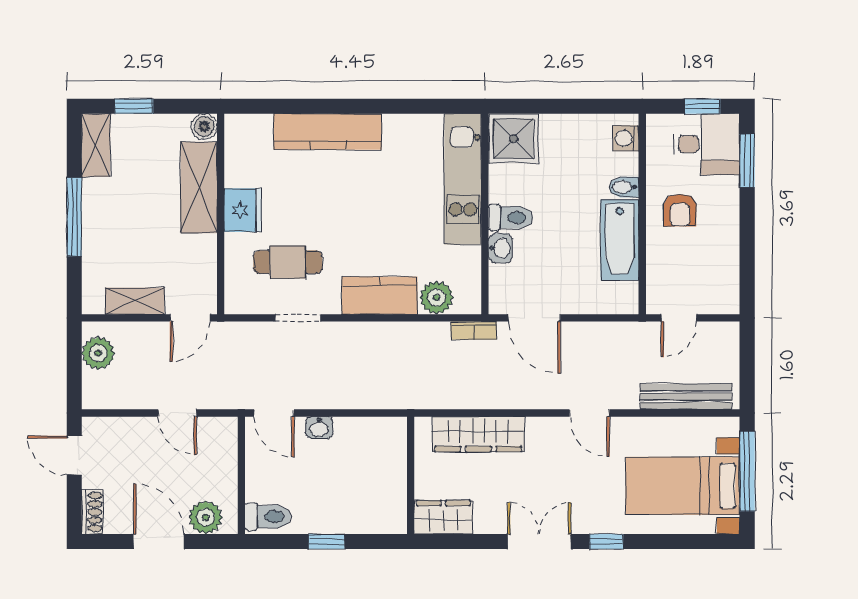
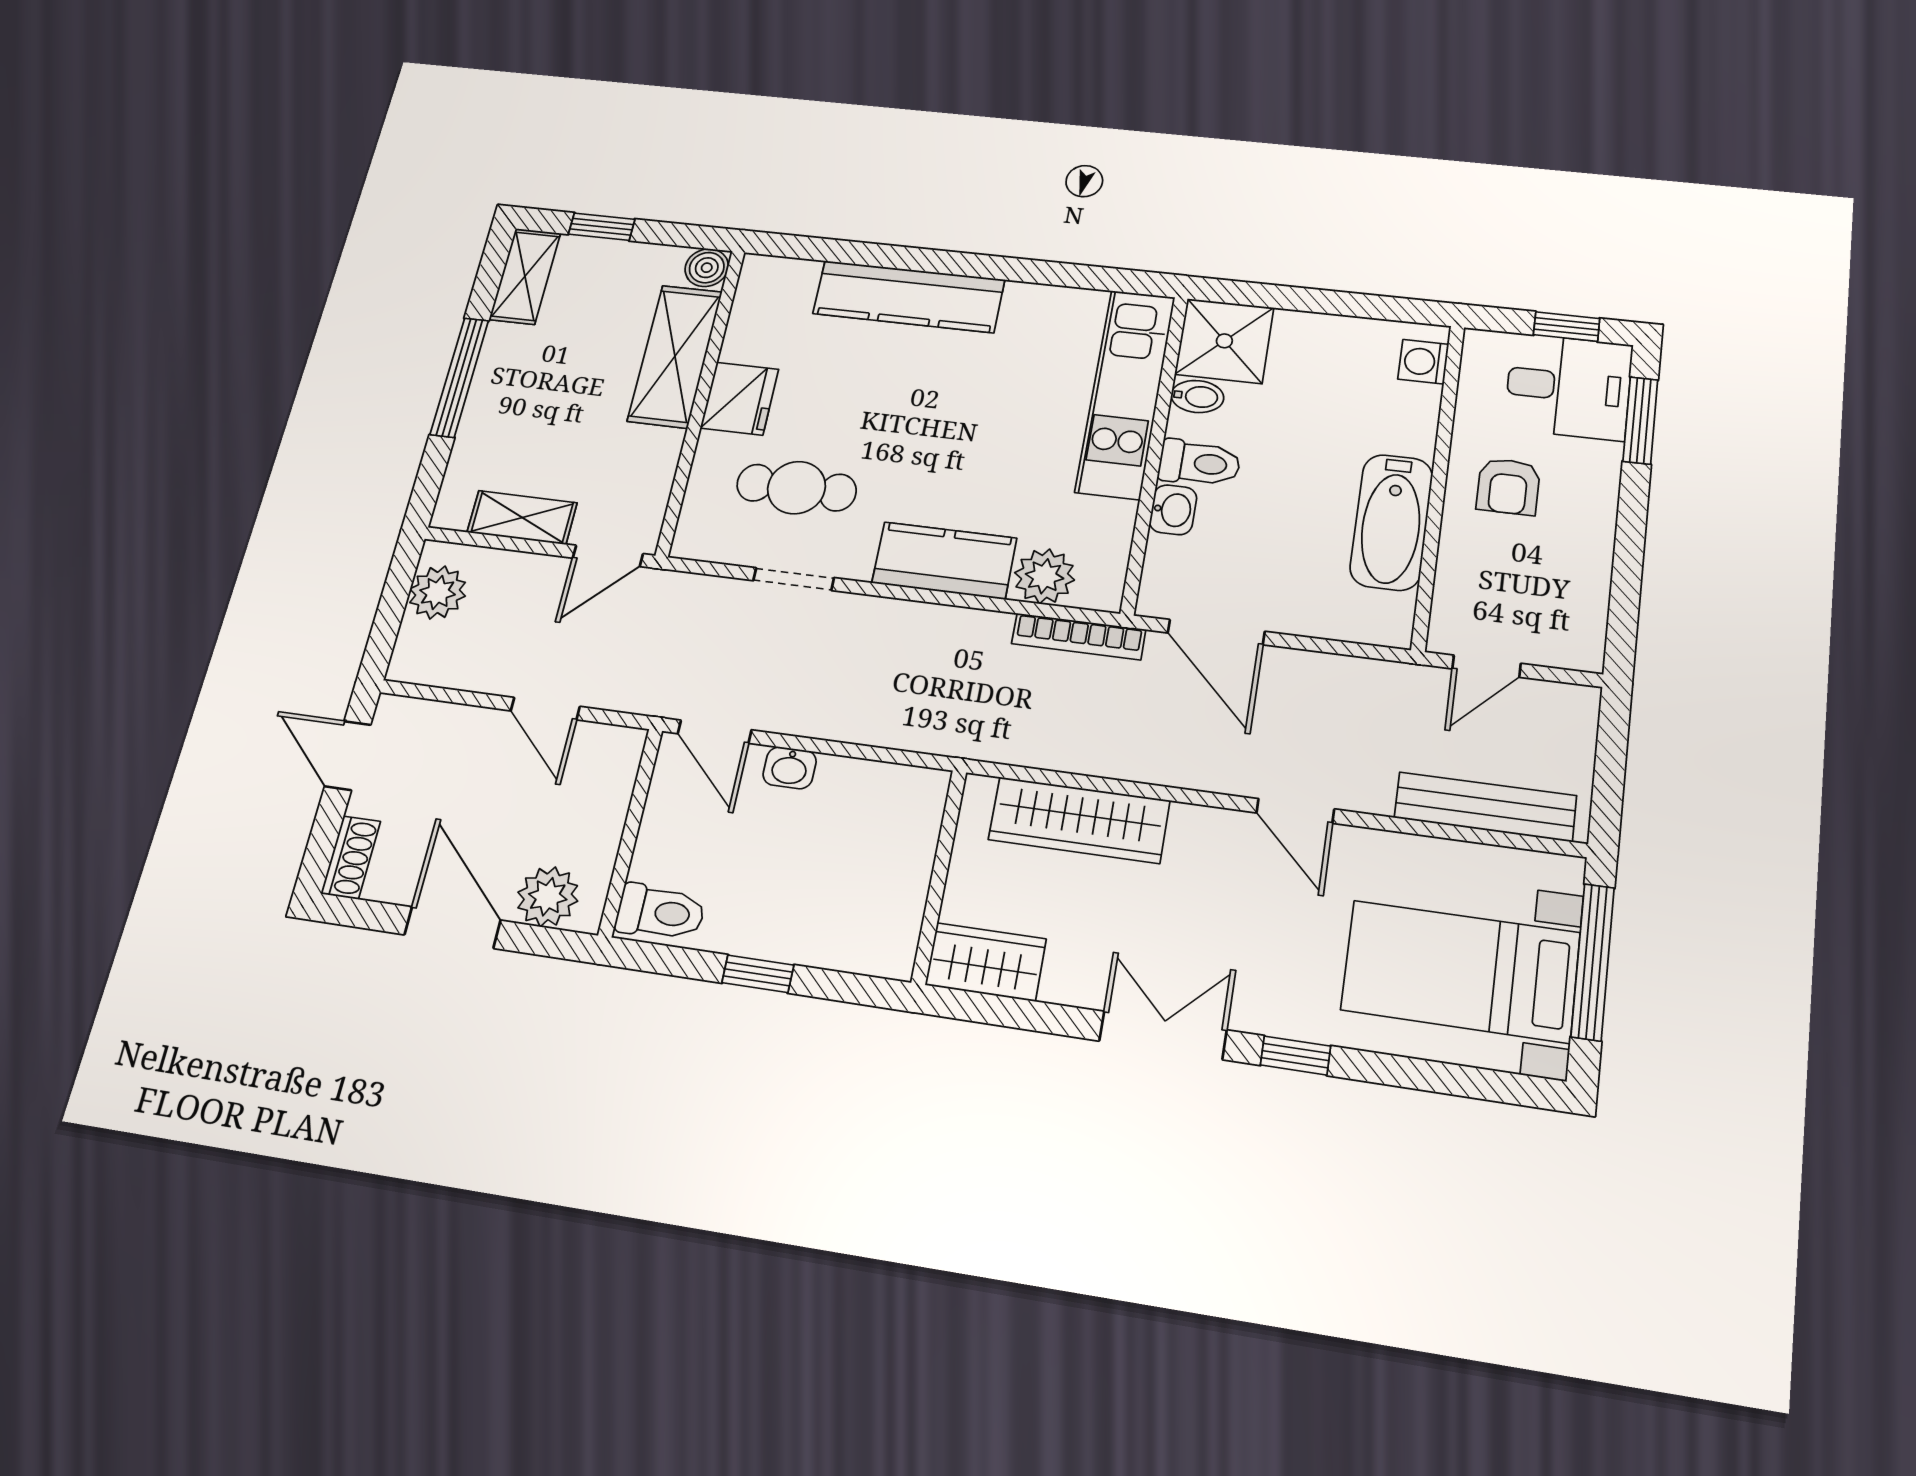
bidet: (624, 187) -> (1197, 397), moved, turned 180
bookcase: (474, 331) -> (1079, 637), width x1.56

